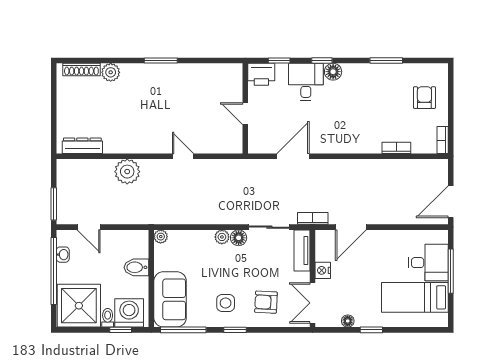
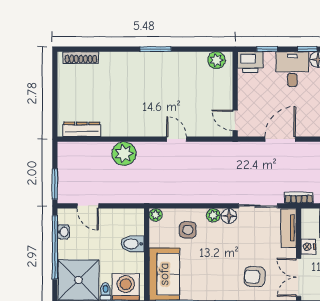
plant: (111, 72) -> (216, 60), moved
door: (245, 114) -> (235, 120), moved
side table: (226, 303) -> (188, 230), moved

